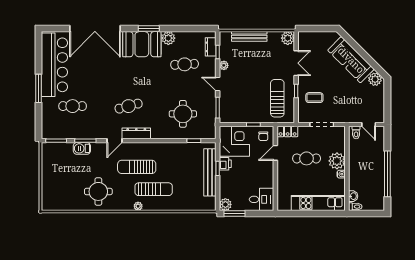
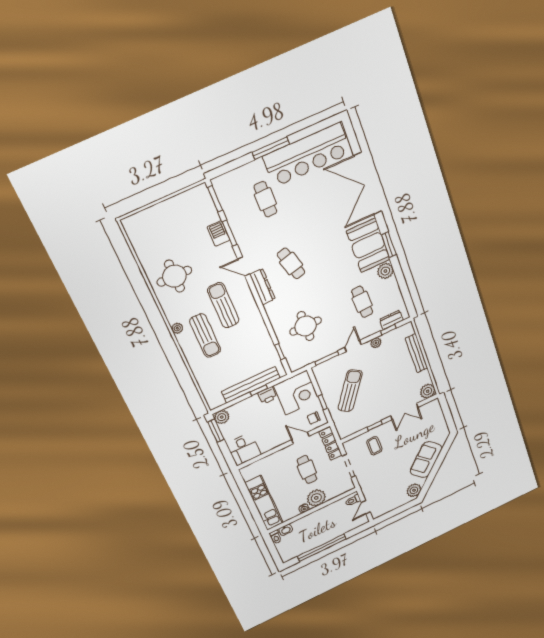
sofa: (351, 60) -> (426, 460), width x0.73
sun lounger: (277, 98) -> (350, 391), moved, turned -56
locker: (288, 132) -> (330, 444), width x1.53

